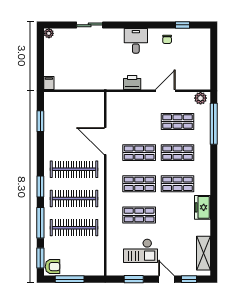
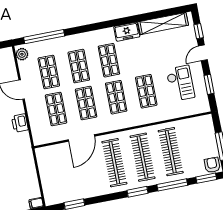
shop shelf: (139, 121) -> (56, 109), added
shelving: (203, 253) -> (163, 24), width x1.47

